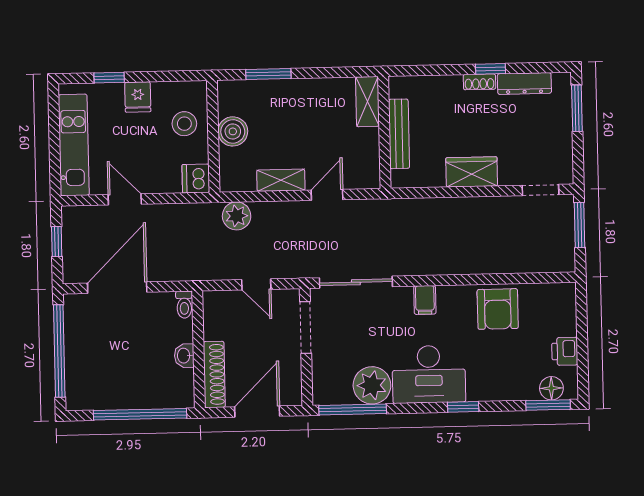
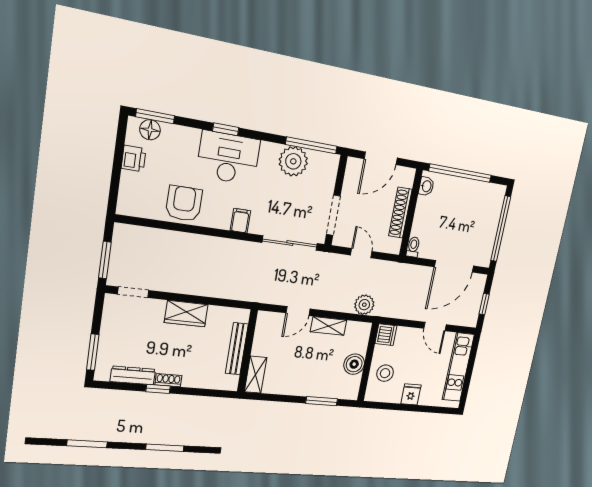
window: (109, 78) -> (426, 409), removed
washbasin: (184, 356) -> (426, 186), moved
shoe rack: (214, 374) -> (400, 213), moved
desk: (429, 374) -> (228, 158), moved

